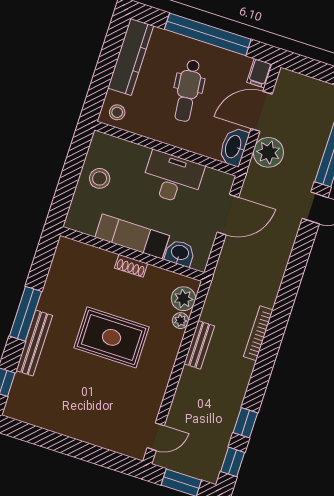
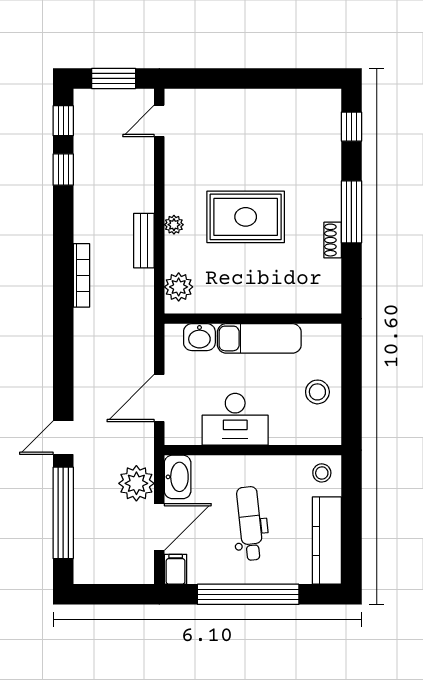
shoe rack: (131, 266) -> (333, 240), moved, turned -90
plant: (180, 321) -> (174, 225), moved
bench: (34, 343) -> (331, 182), removed

